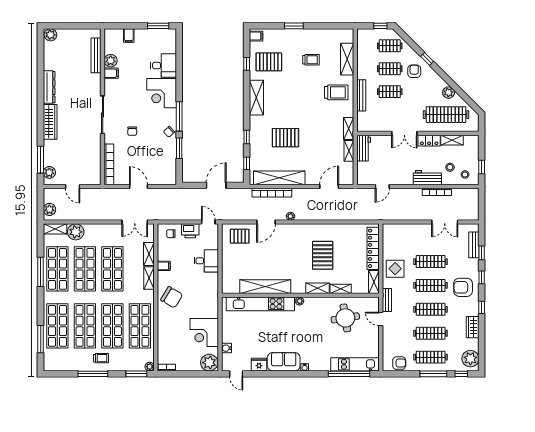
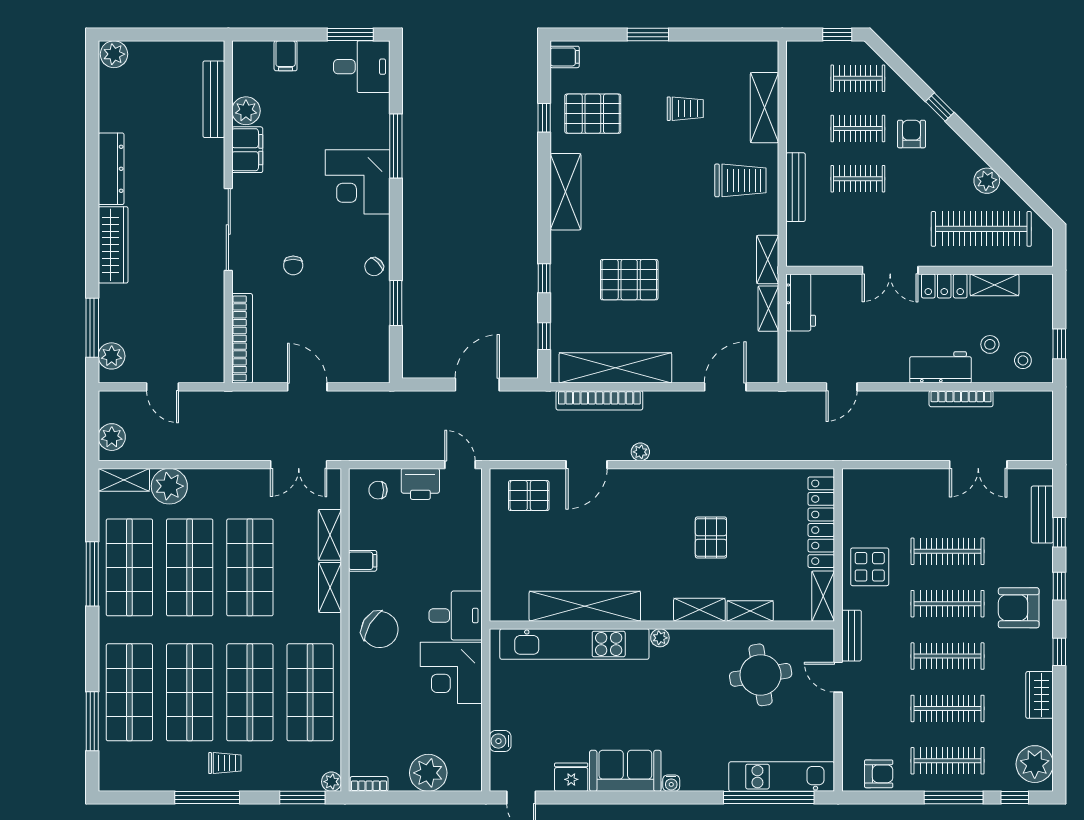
desk: (163, 66) -> (362, 67), moved
filing cabinet: (111, 73) -> (247, 150), width x2.00
window: (179, 116) -> (396, 146), moved
pallet: (323, 255) -> (711, 537), width x0.67, depth x0.71
desk: (206, 261) -> (456, 616), moved
corner desk: (204, 333) -> (451, 673), moved
plant: (209, 363) -> (428, 773), moved

